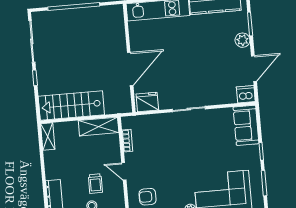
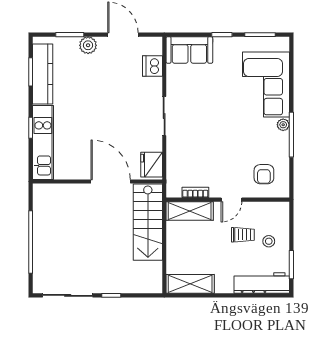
dishwasher: (246, 94) -> (153, 66), moved
stairs: (71, 106) -> (148, 222), moved
shelving: (99, 127) -> (190, 211), moved, turned 90
shelving: (48, 137) -> (190, 284), width x1.50, depth x1.33

